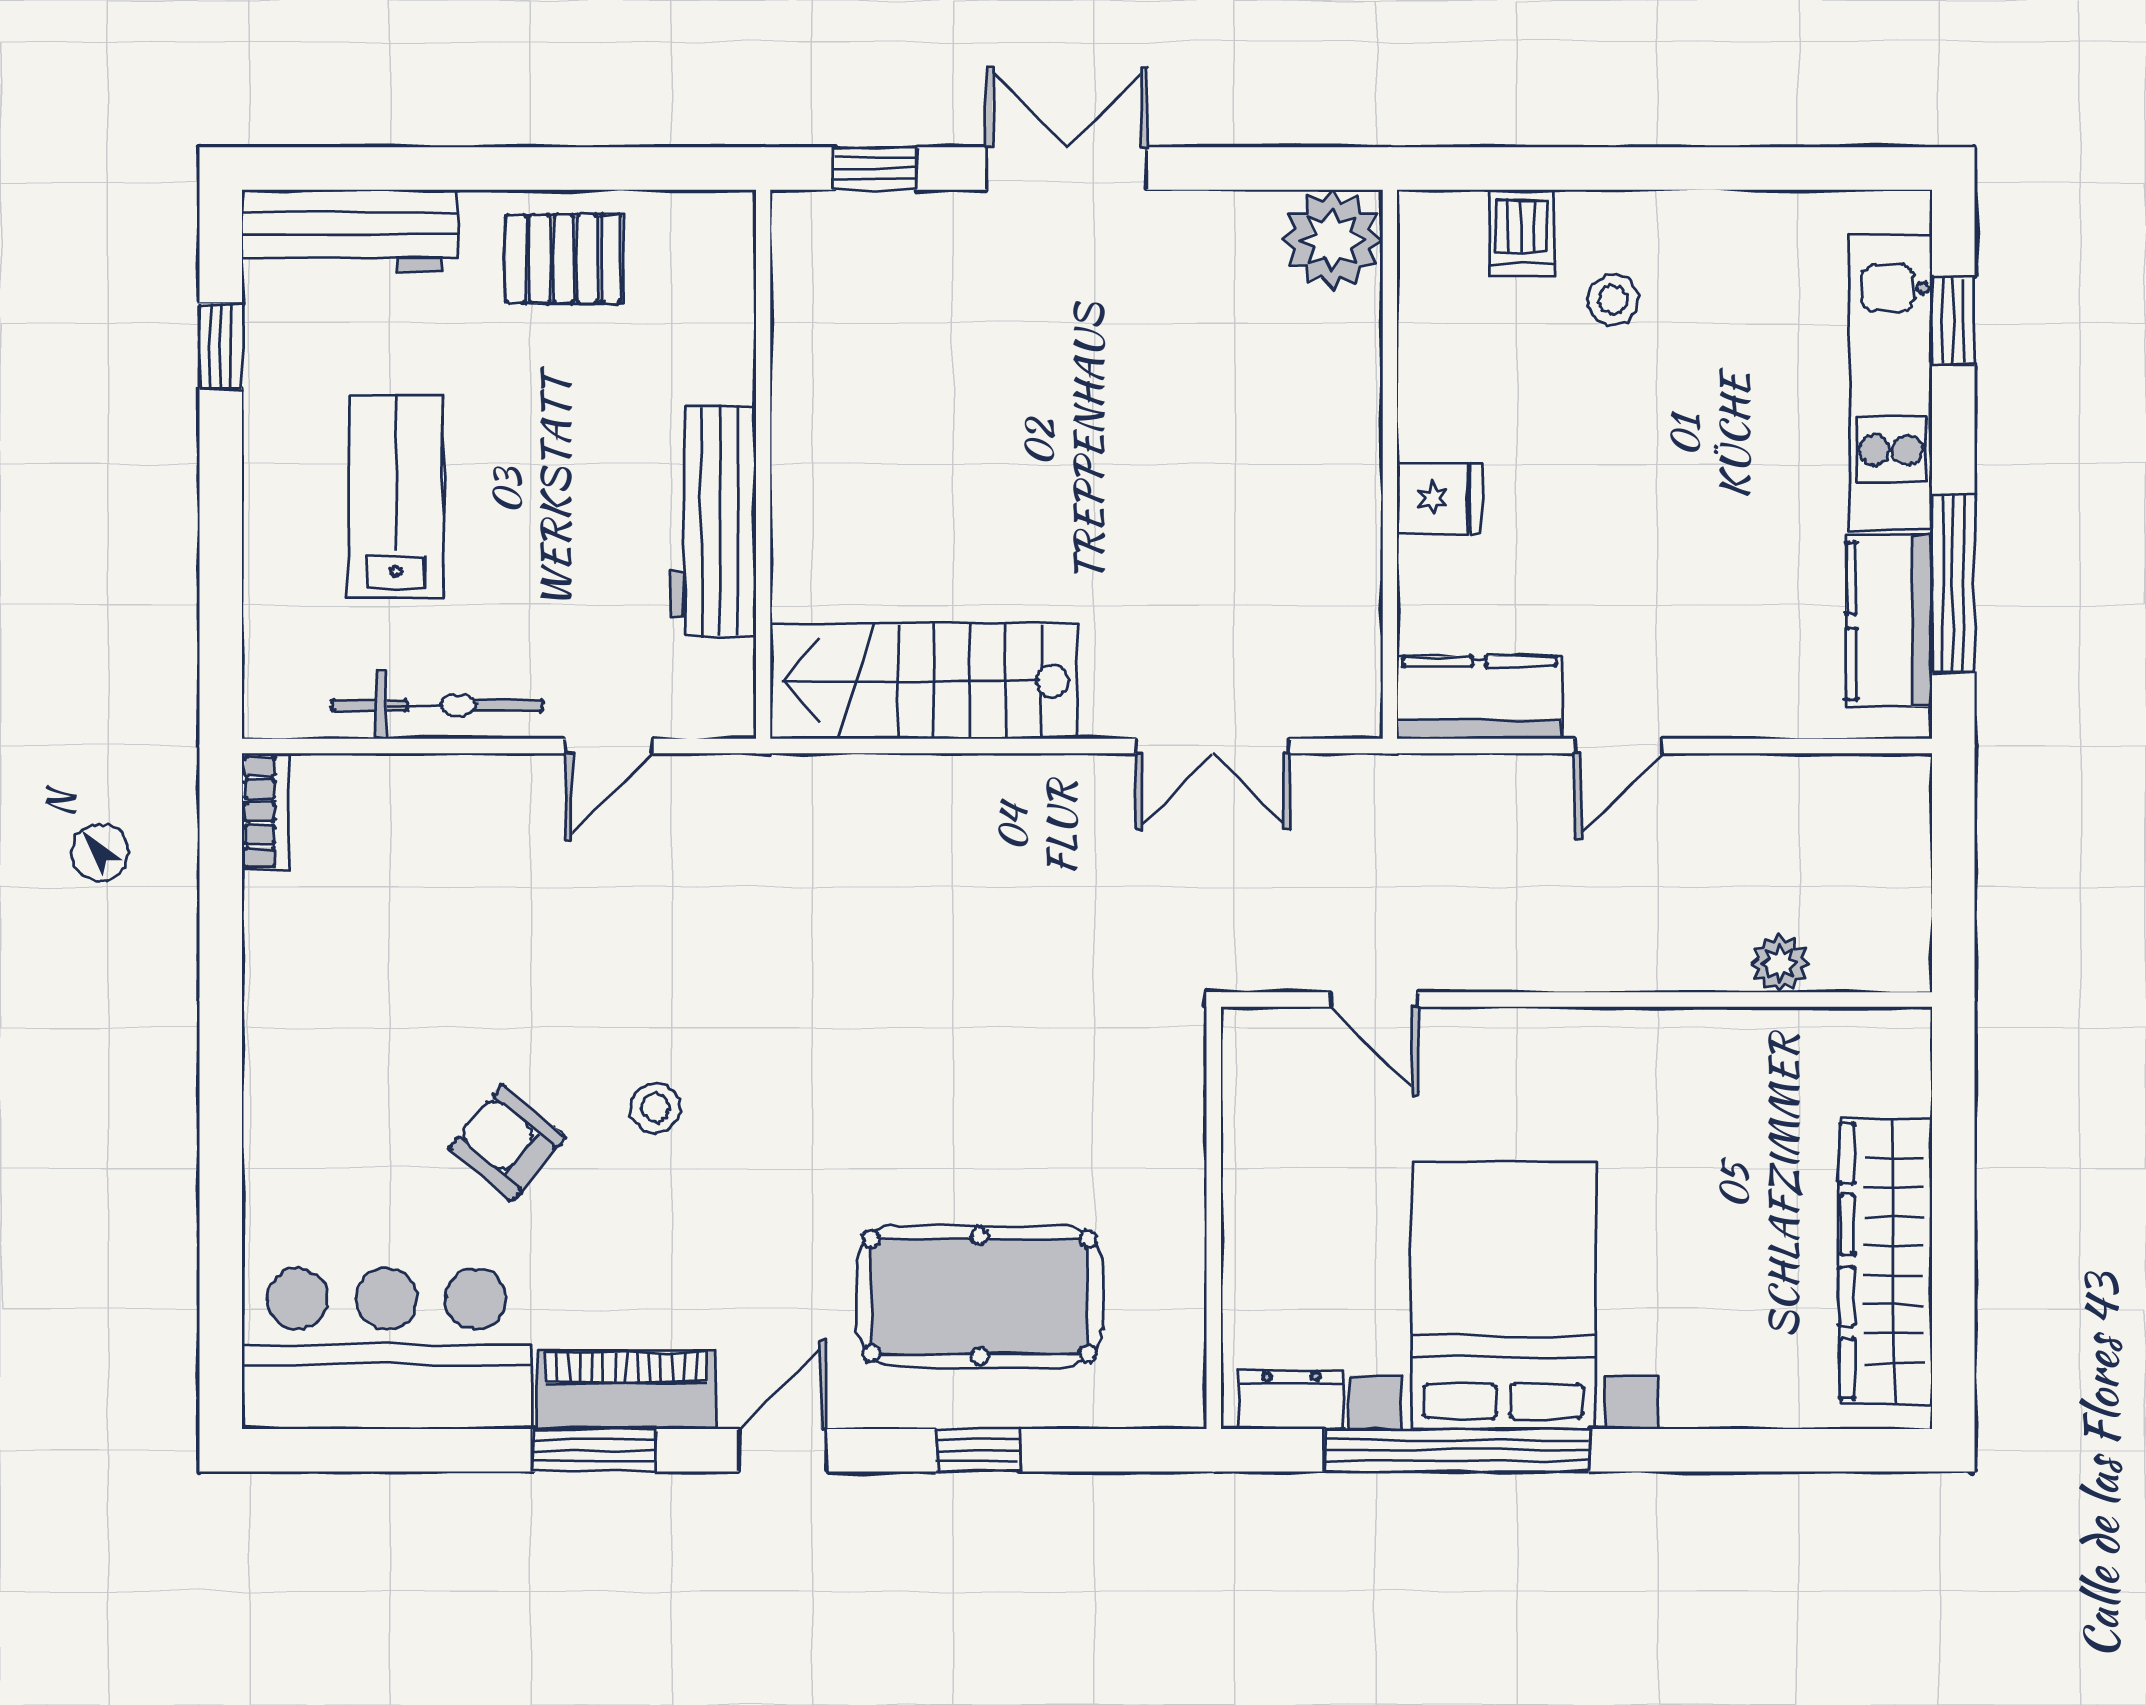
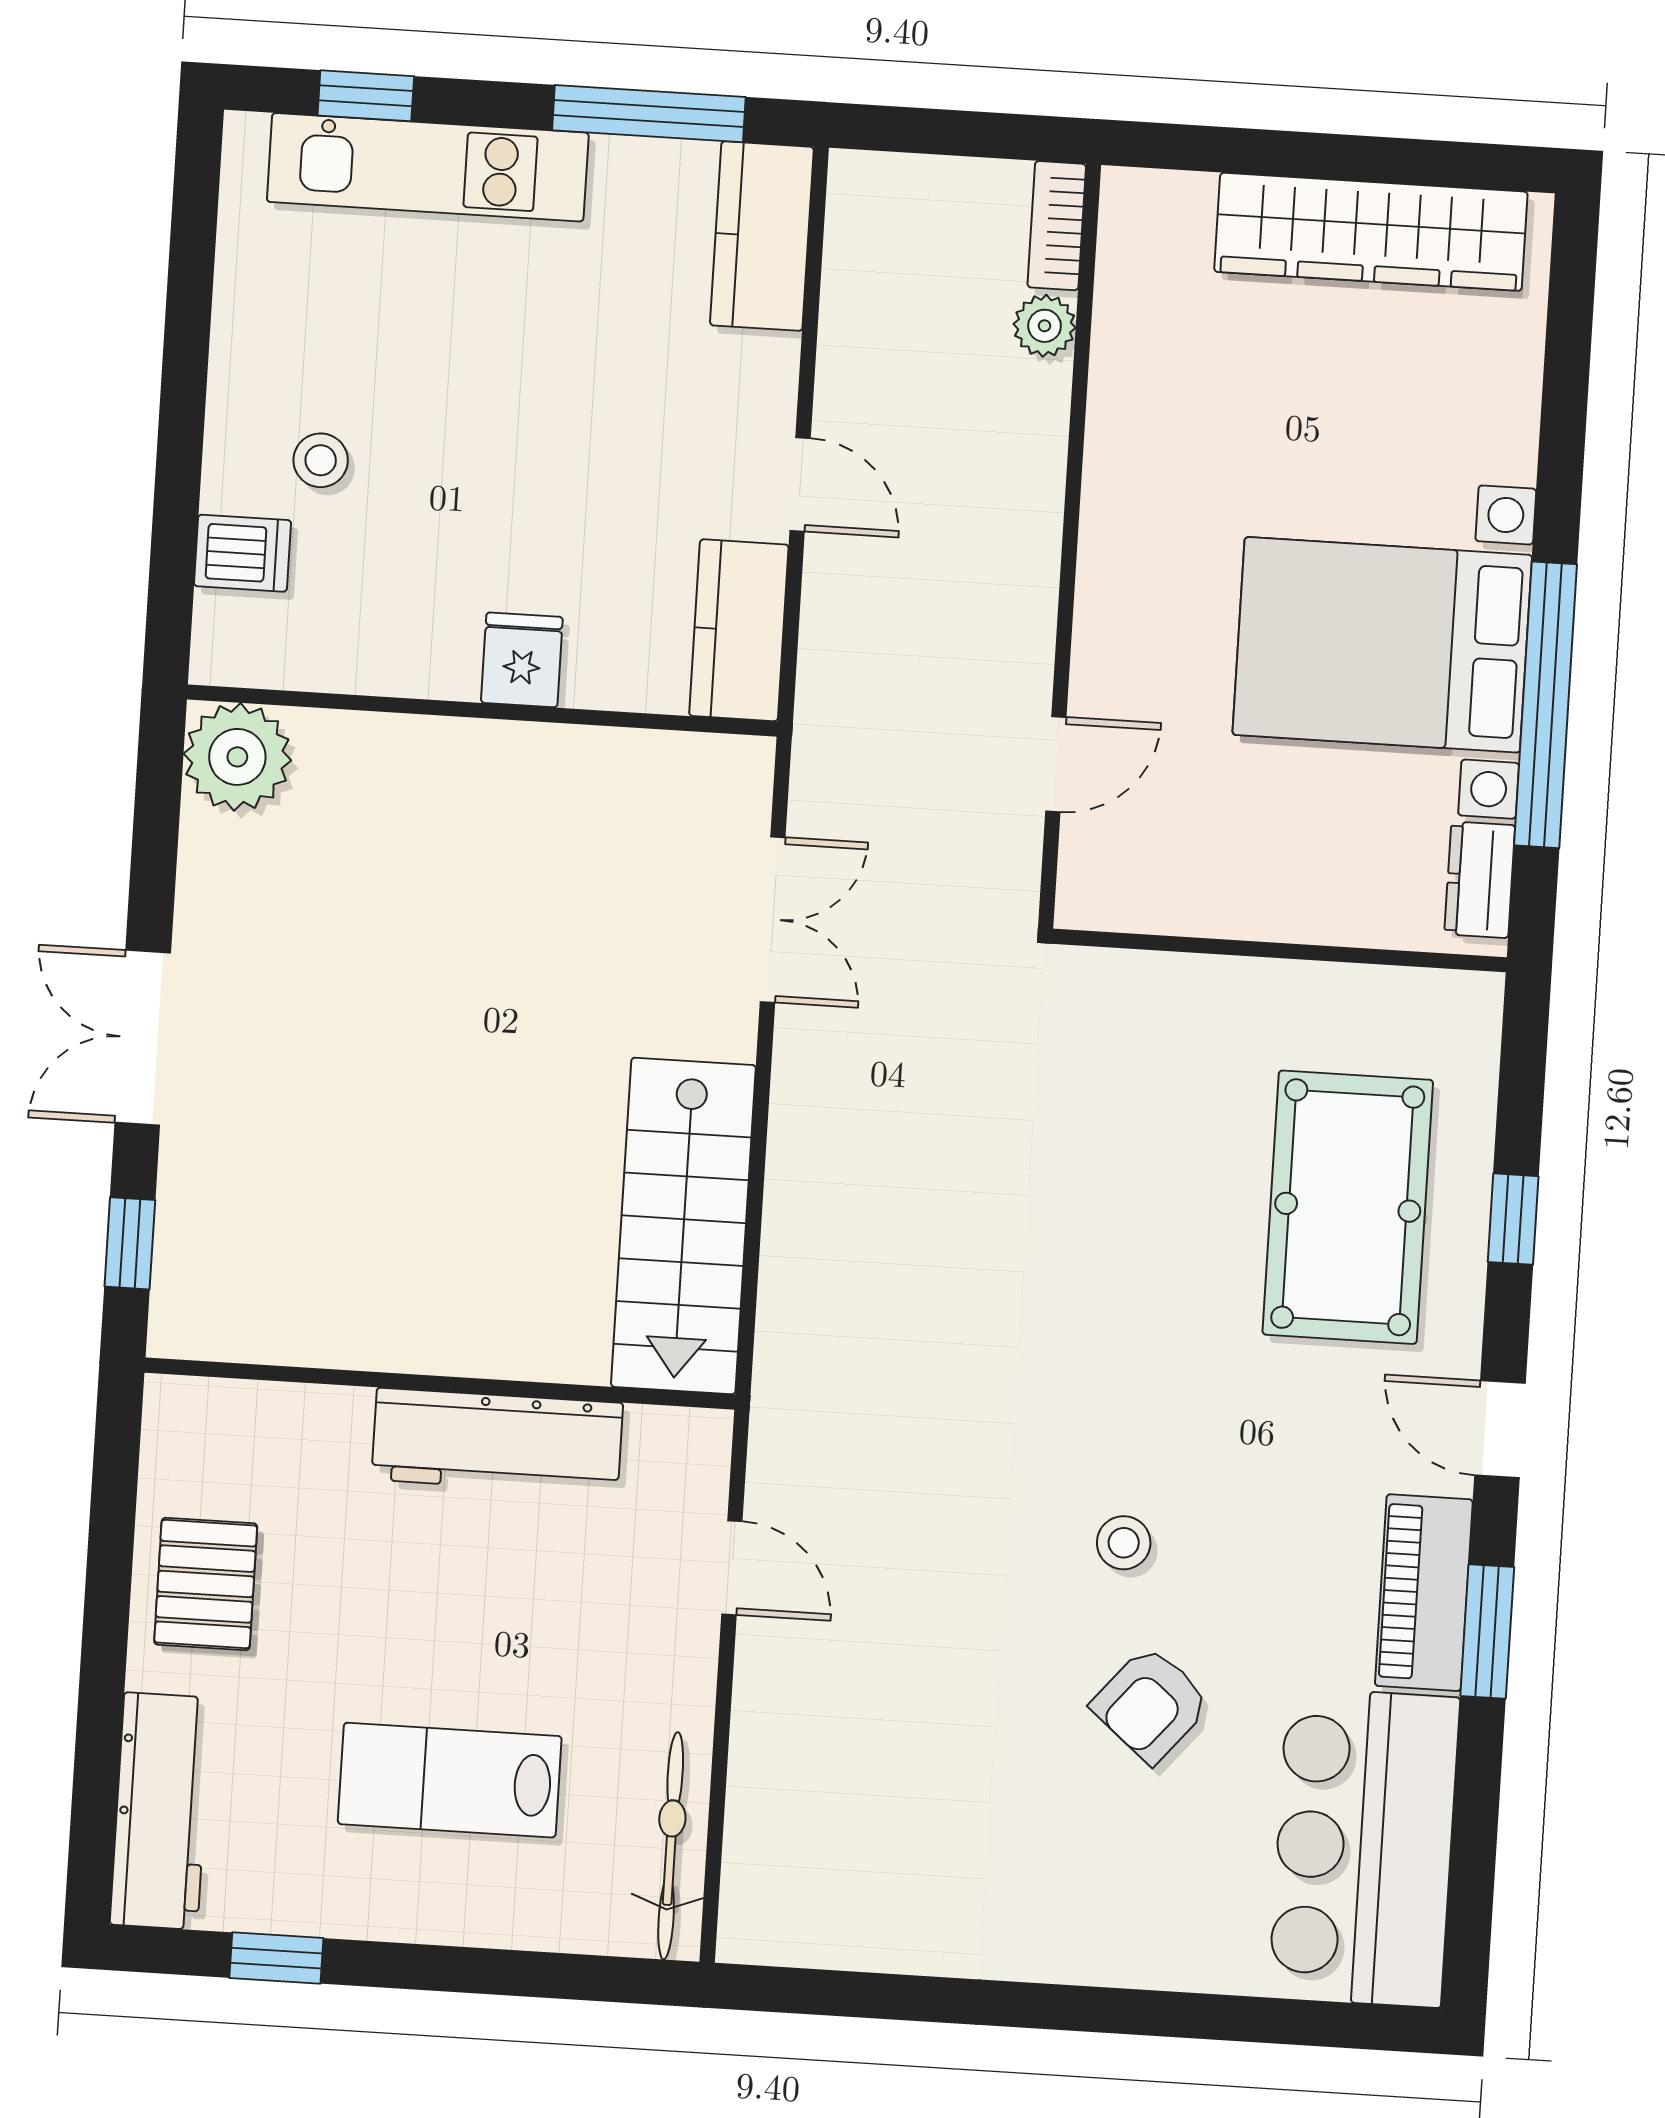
kitchen counter: (1889, 621) -> (762, 236), moved, turned 90
bicycle: (437, 705) -> (671, 1846), moved
bookcase: (265, 812) -> (1057, 226), moved, turned -90

